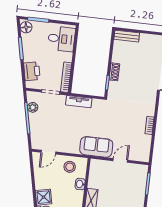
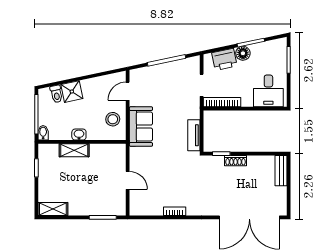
floor lamp: (26, 27) -> (243, 53), moved
tv unit: (79, 102) -> (194, 135), moved
plant: (33, 107) -> (180, 65), removed
sofa: (96, 147) -> (141, 127), moved
door: (48, 152) -> (128, 91), hinge flipped
washbasin: (80, 184) -> (79, 135), moved

